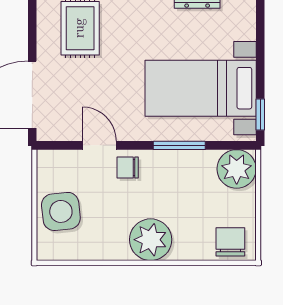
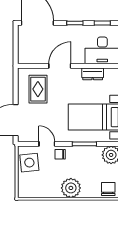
side table: (61, 211) -> (29, 163), moved

